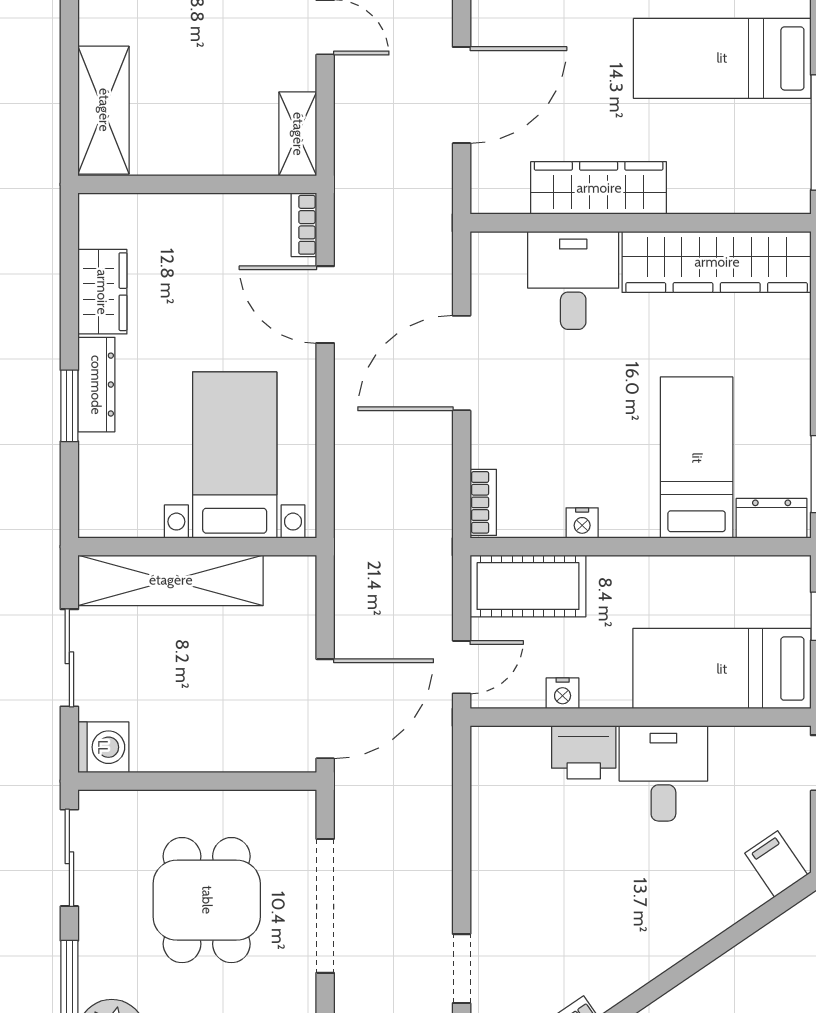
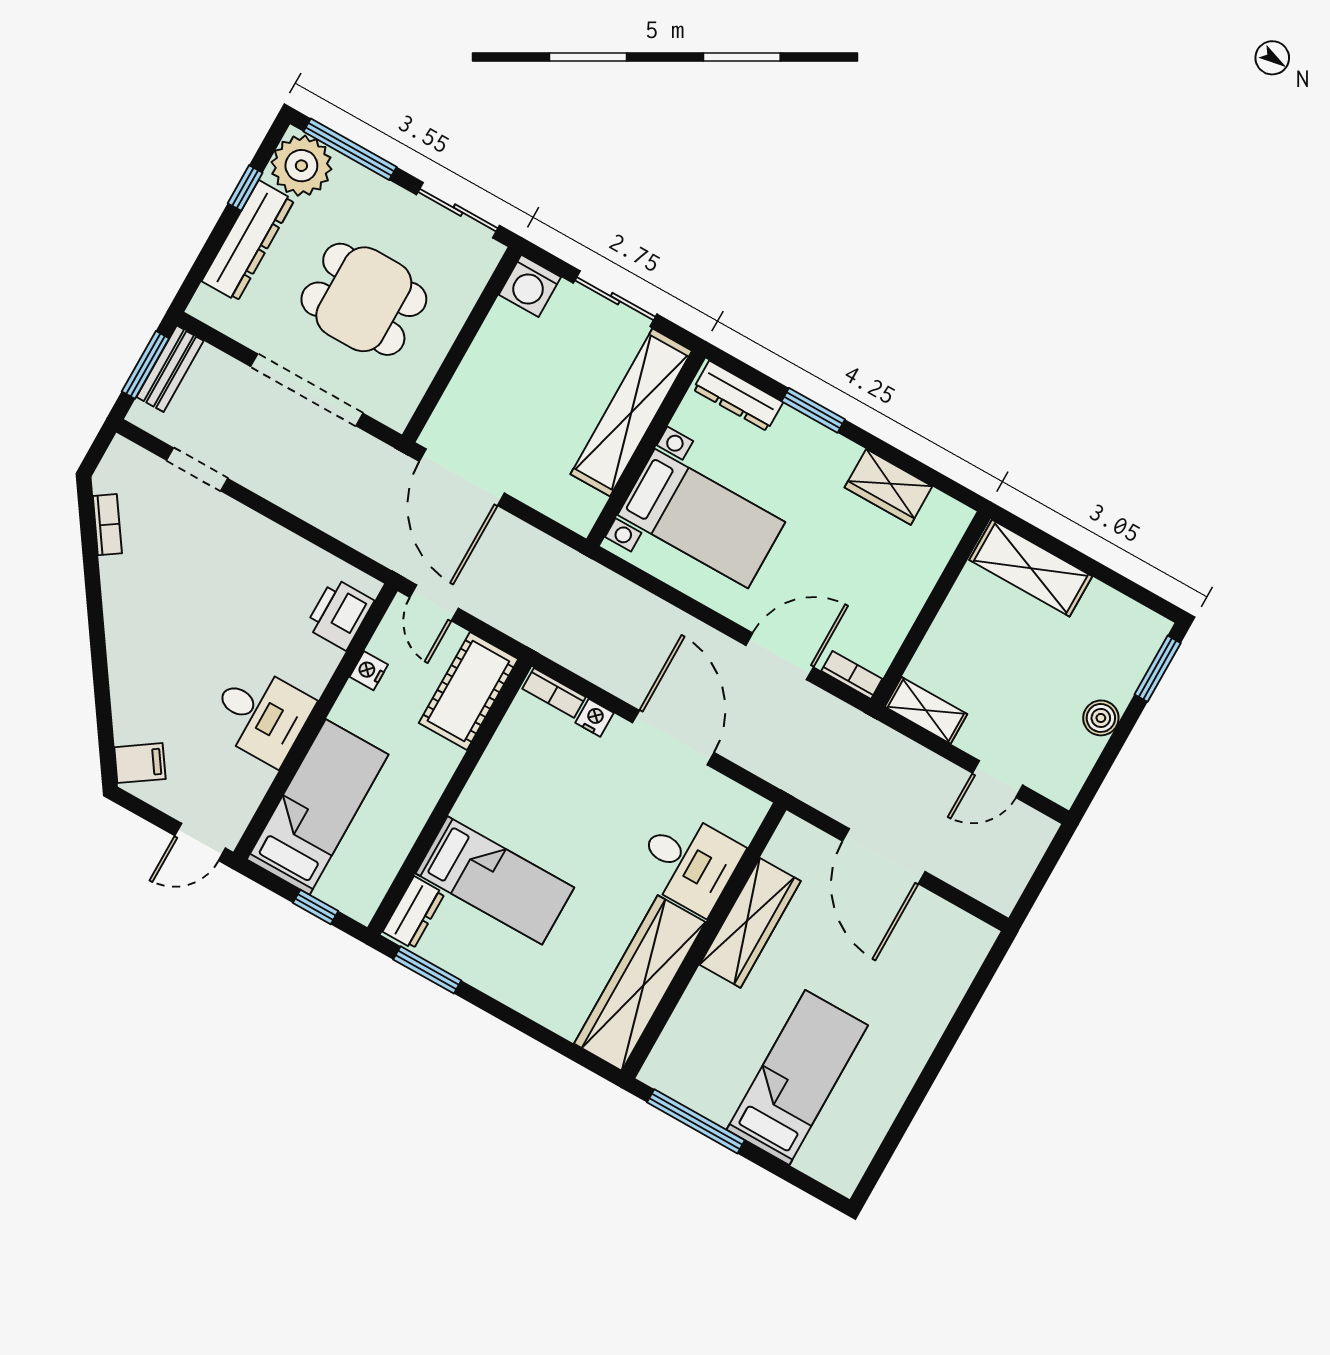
dresser: (96, 385) -> (738, 396), moved
nightstand: (582, 523) -> (594, 718), moved, turned 90
printer: (584, 752) -> (340, 614), moved

